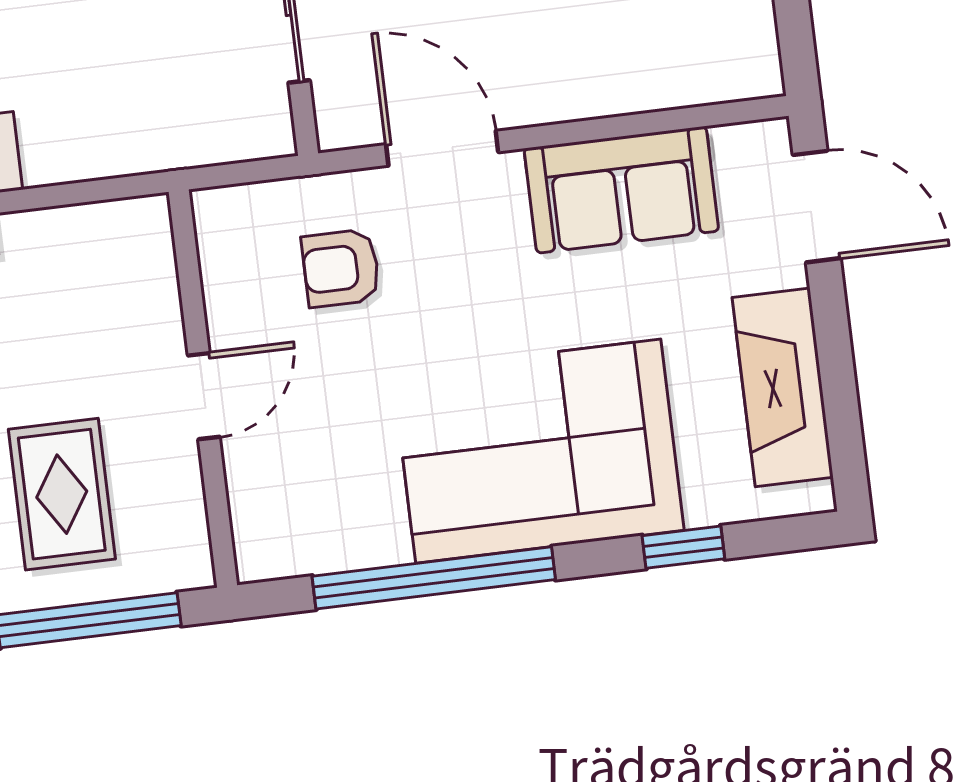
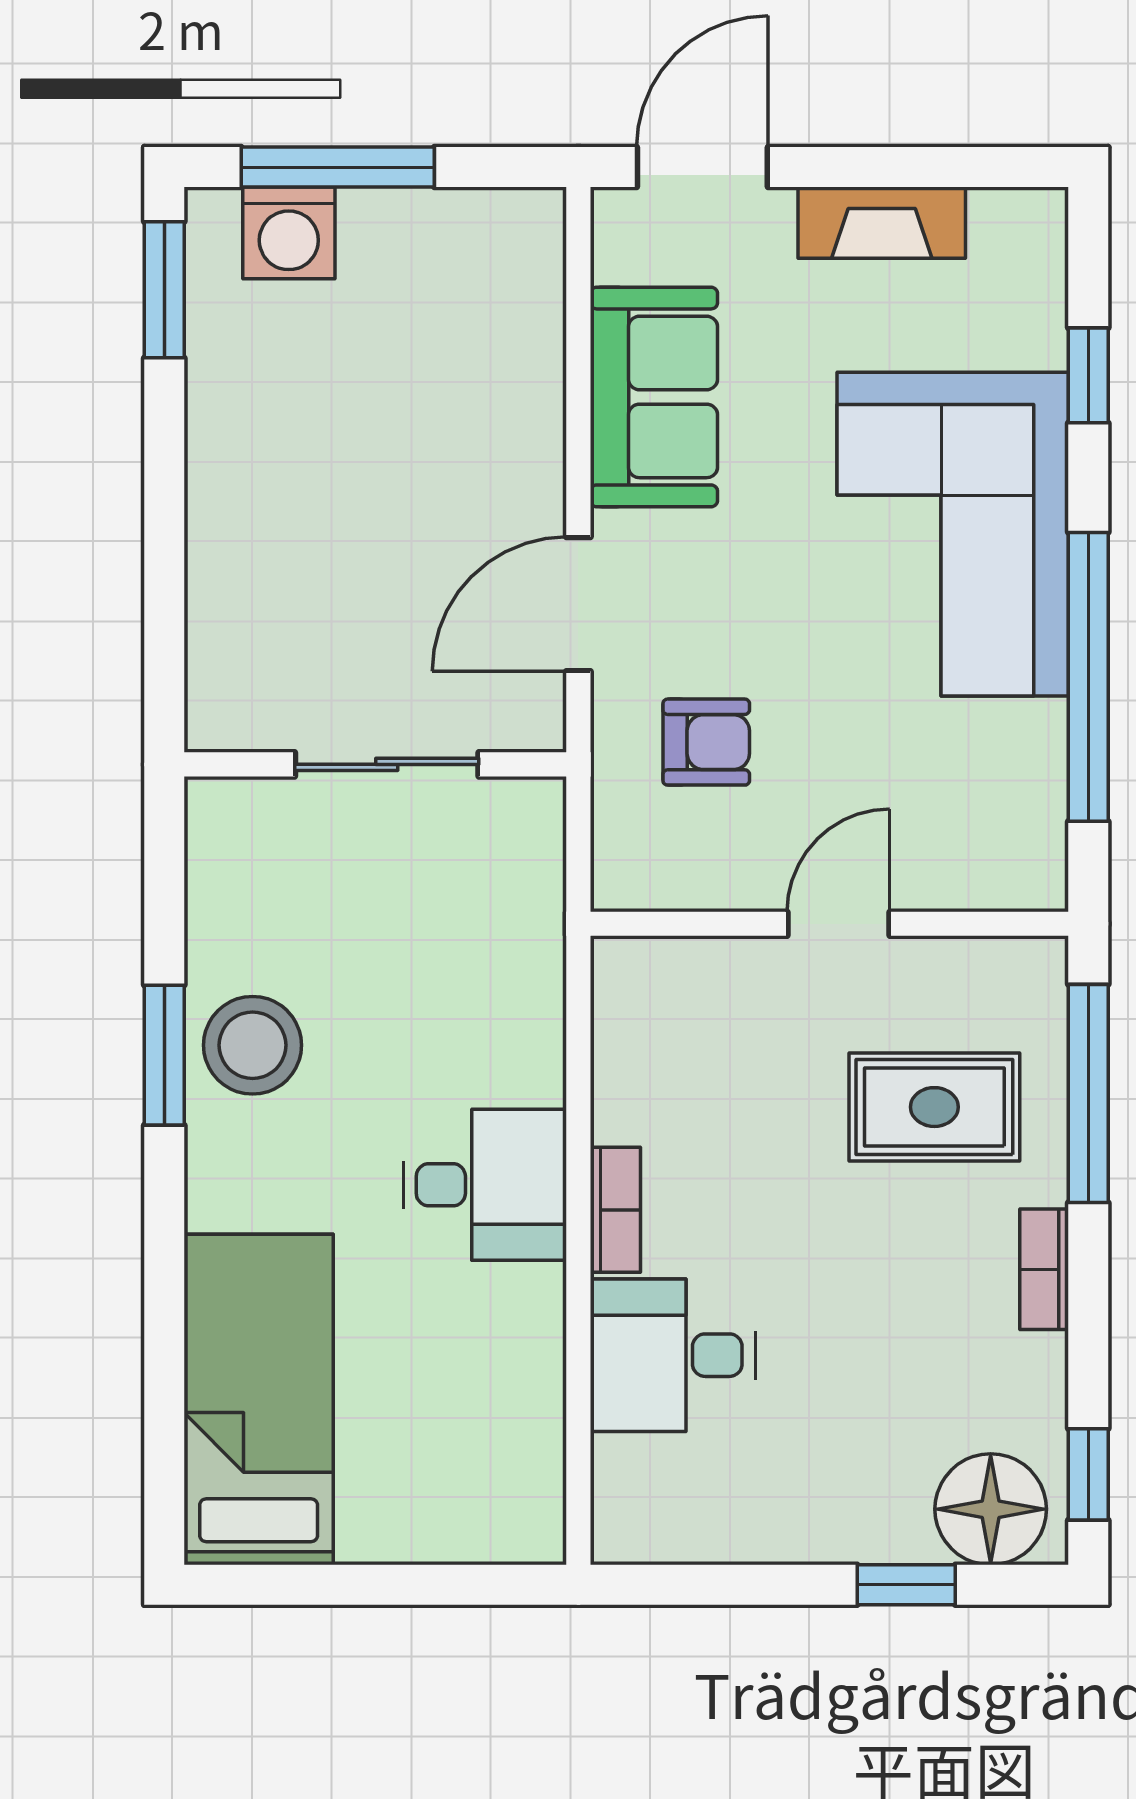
armchair: (341, 268) -> (706, 742), turned -90
fireplace: (783, 387) -> (882, 223), width x0.73, depth x0.76
door: (204, 396) -> (839, 924), hinge flipped

